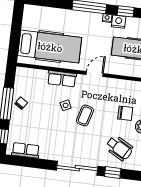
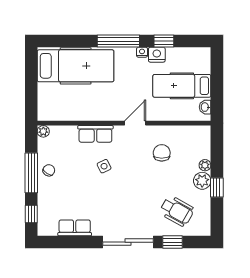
hospital bed: (50, 47) -> (76, 66), moved
plant: (21, 72) -> (43, 131), added
chair: (125, 113) -> (162, 153), moved, turned -90
coffee table: (85, 115) -> (129, 176), removed
row of seats: (26, 150) -> (75, 228), moved

